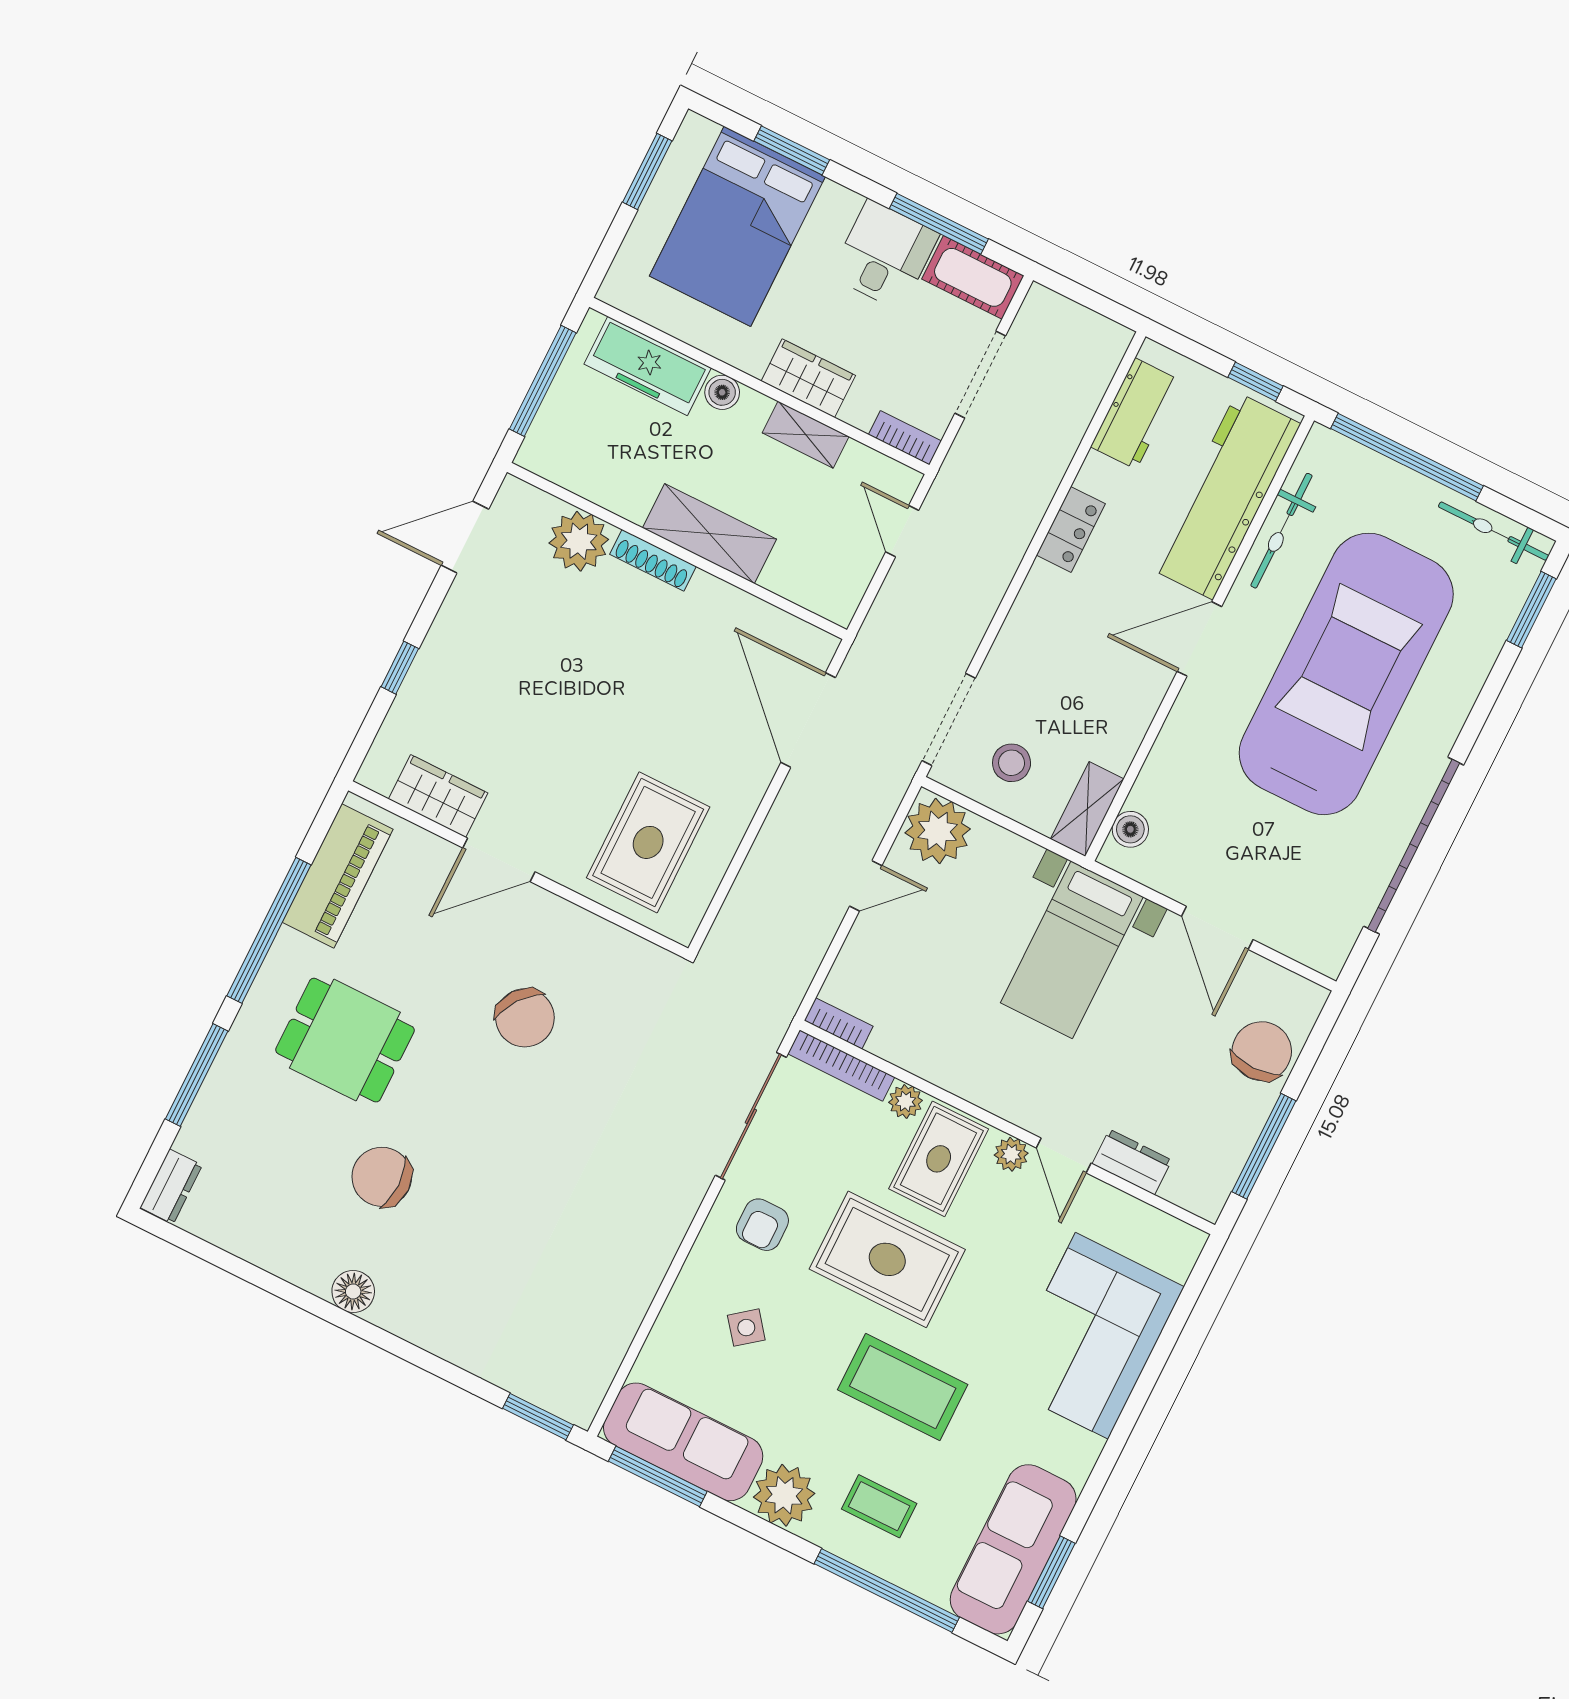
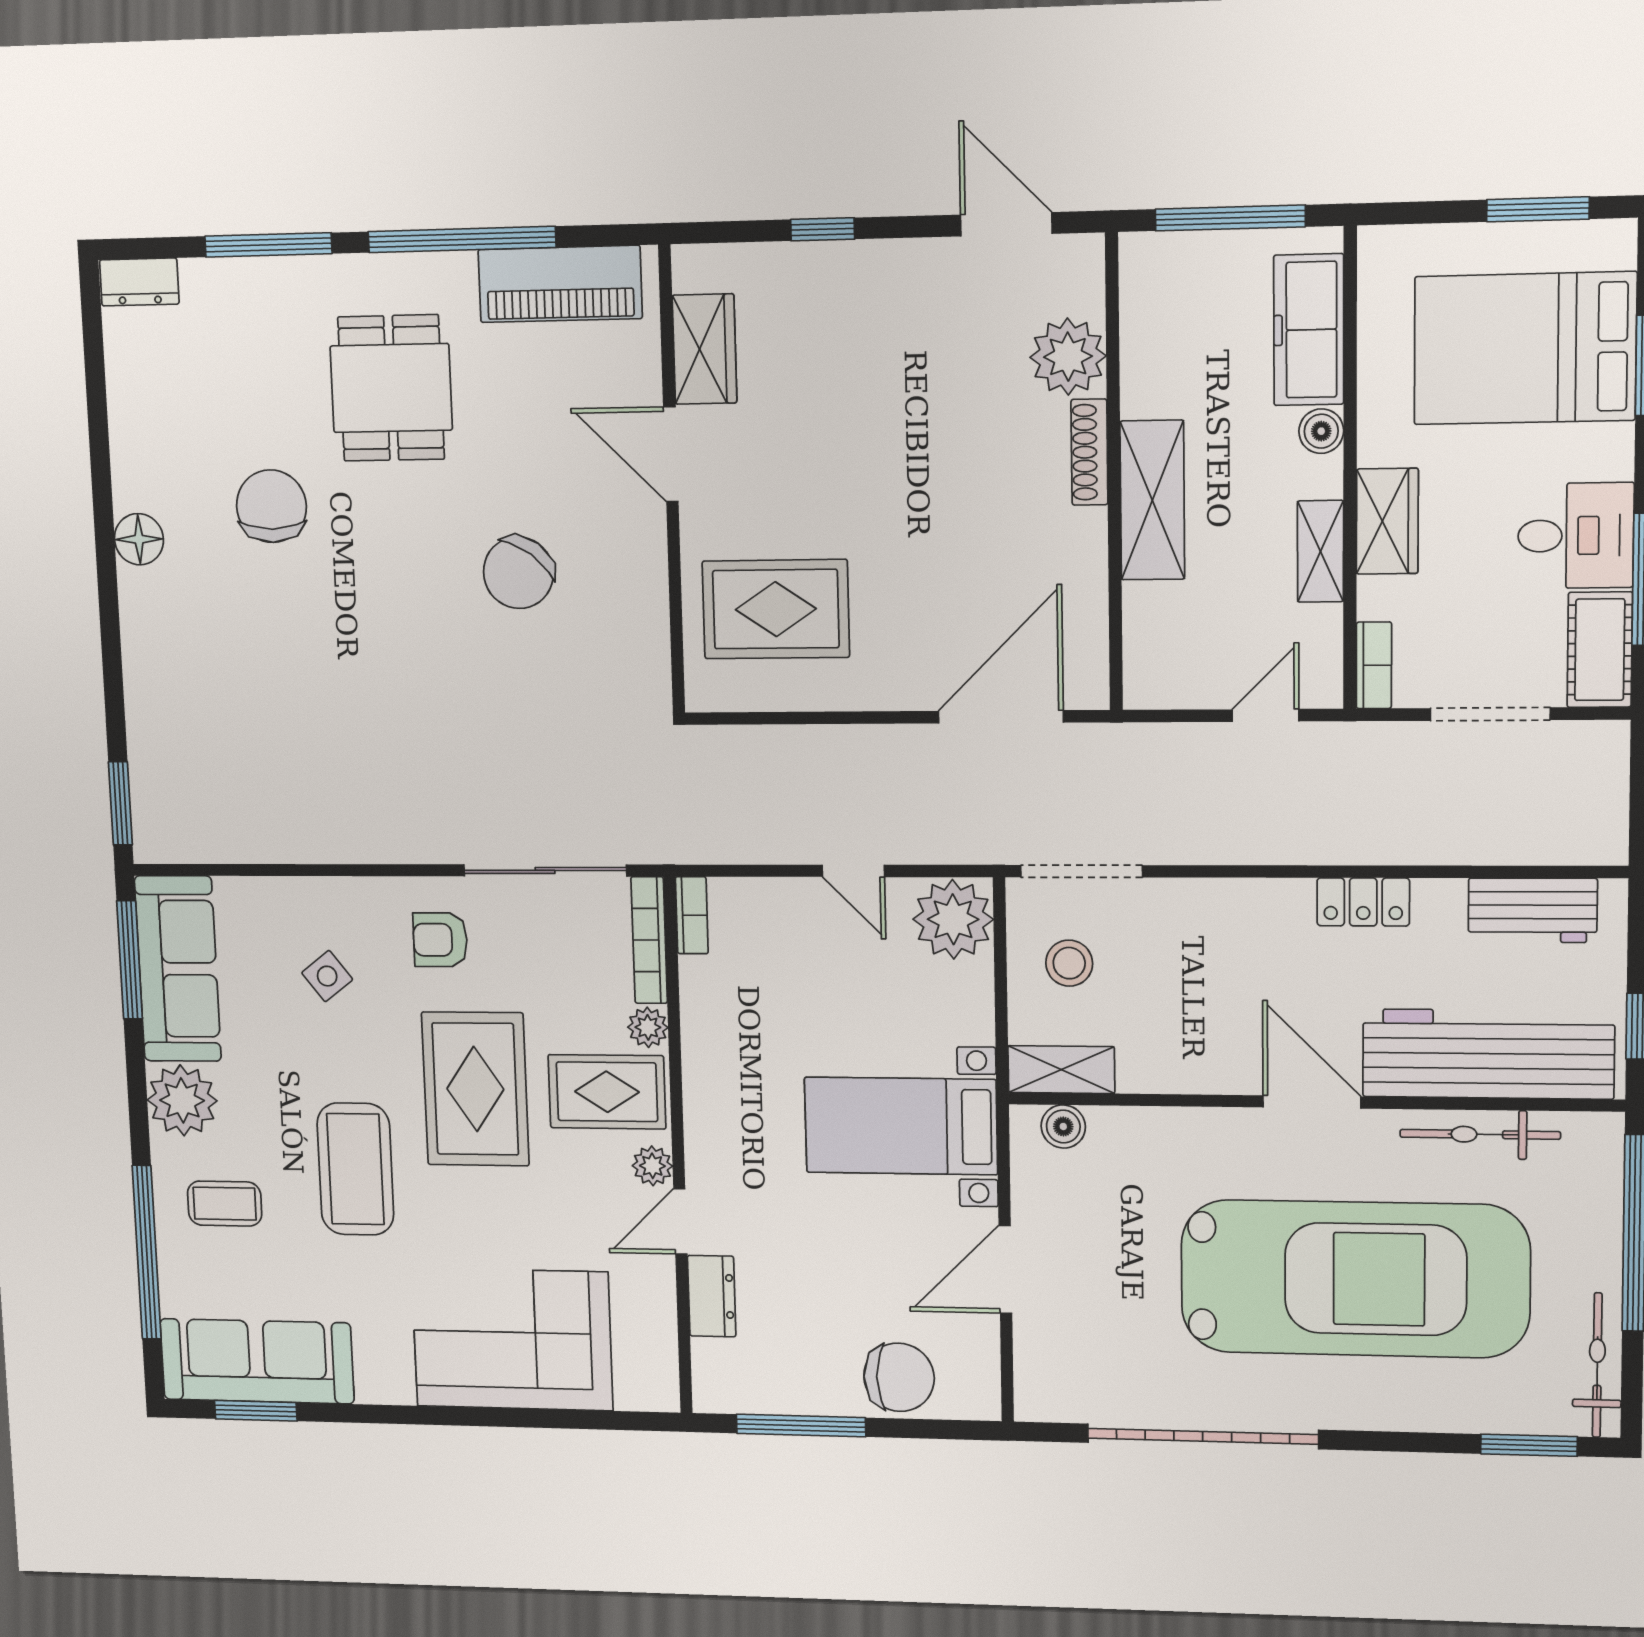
coffee table: (879, 1506) -> (225, 1204), turned 90

